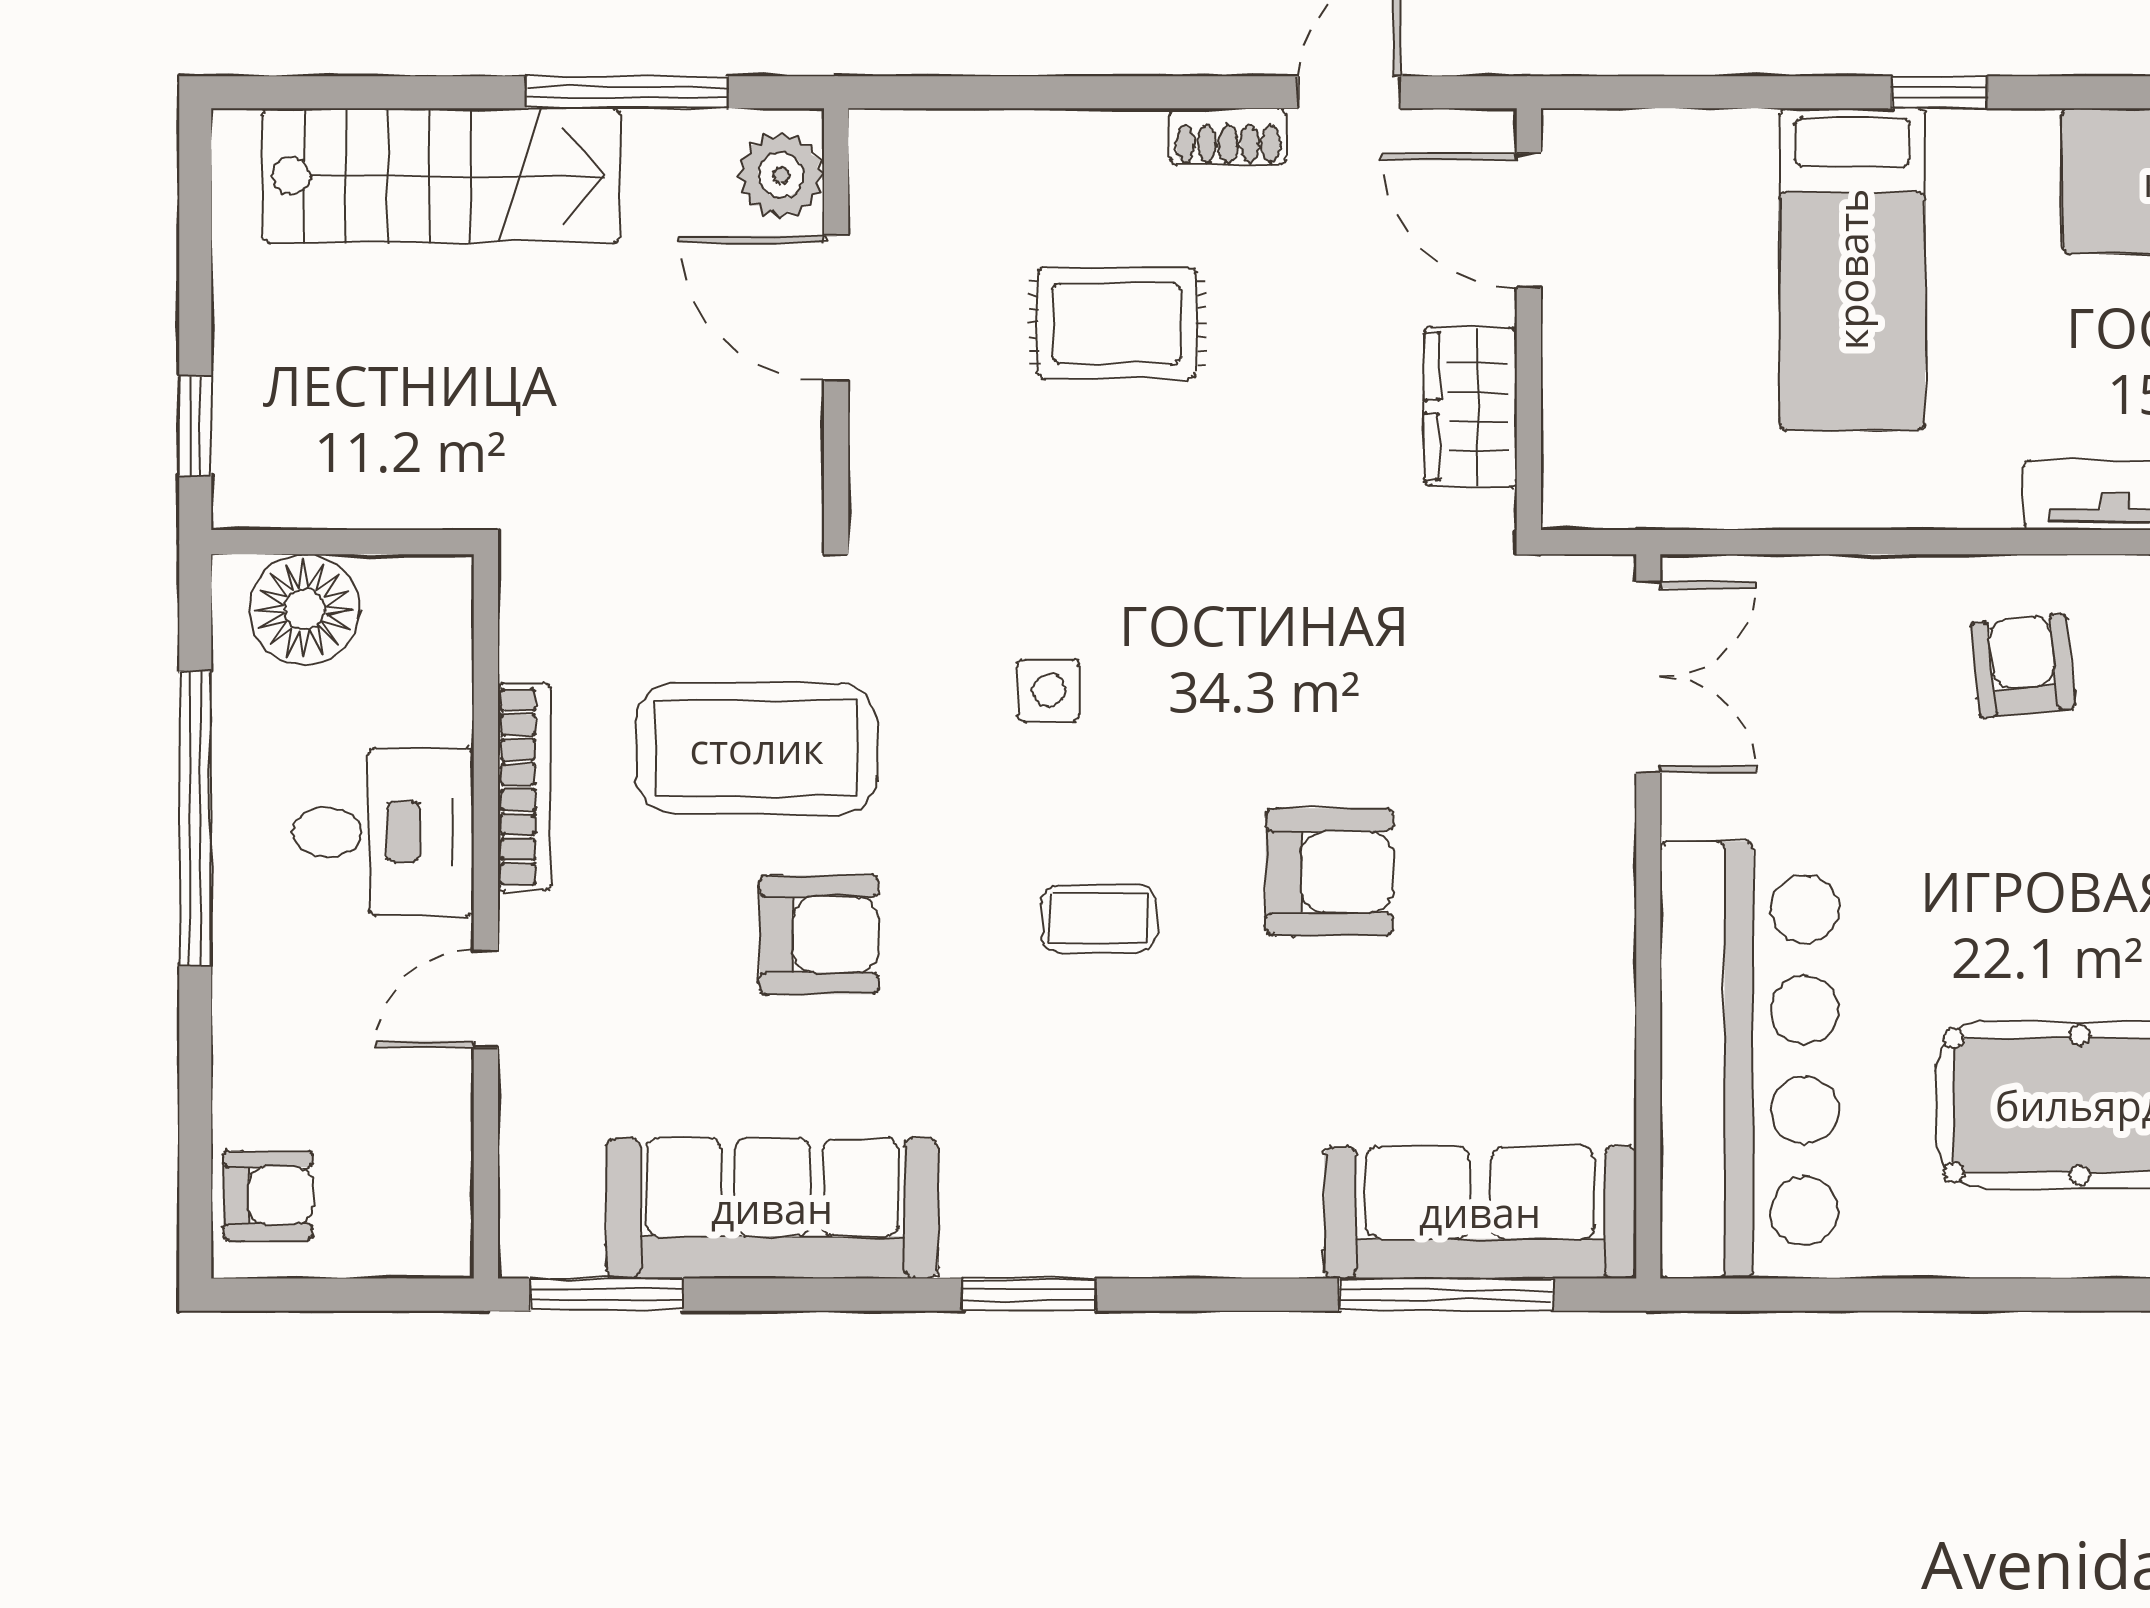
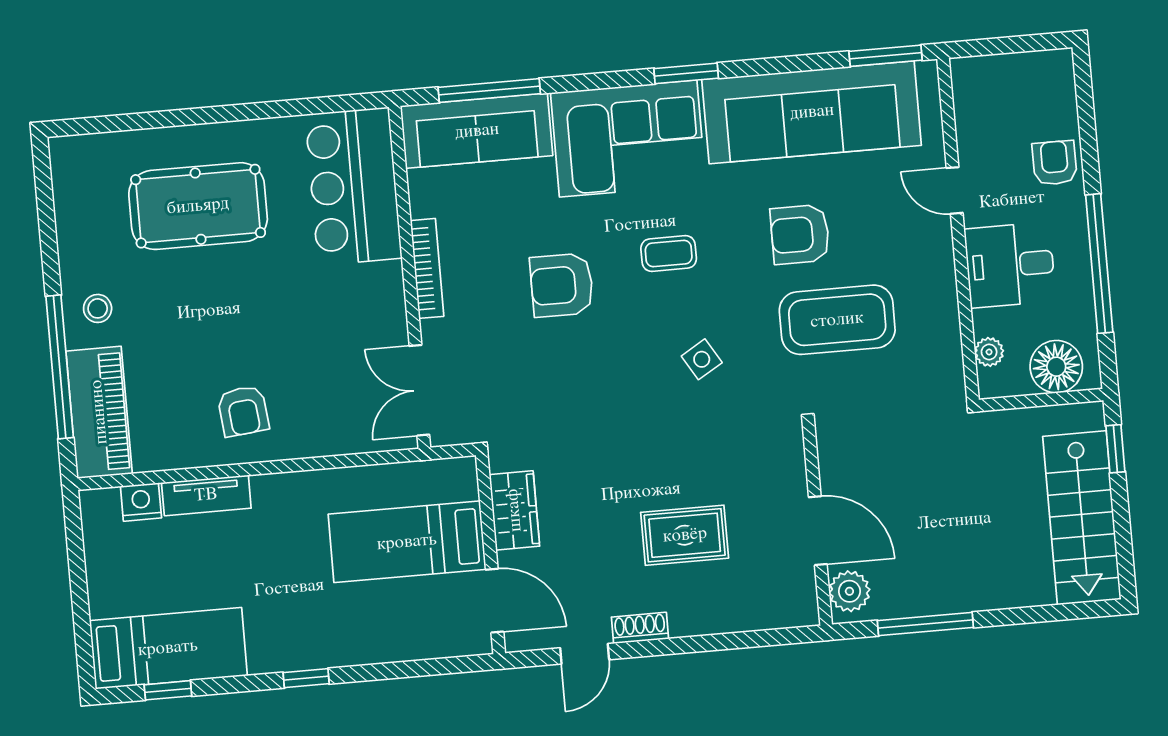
stairs: (441, 176) -> (1082, 518), moved, turned -90
bed: (1852, 269) -> (407, 542), moved, turned -90
plant: (443, 653) -> (989, 352), added
side table: (1049, 690) -> (702, 359), turned -31
bookcase: (524, 787) -> (427, 268), moved, turned 180
door: (486, 999) -> (955, 190), swing flipped
bar counter: (1749, 1060) -> (353, 186), width x0.73
corner sofa: (1163, 1168) -> (628, 139), added
armchair: (268, 1196) -> (1055, 163), moved, turned 90
sofa: (772, 1208) -> (812, 112), width x1.36, depth x1.27

